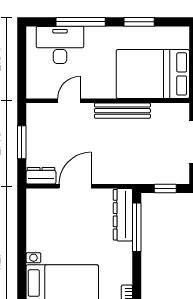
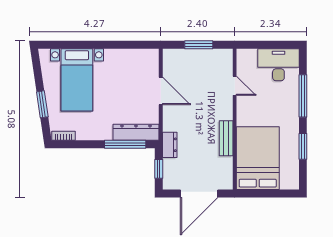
desk: (60, 45) -> (278, 65), moved, turned -90
bench: (122, 111) -> (226, 138), width x0.73
dresser: (41, 176) -> (170, 145), moved

